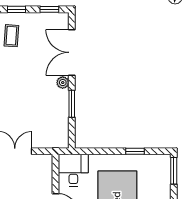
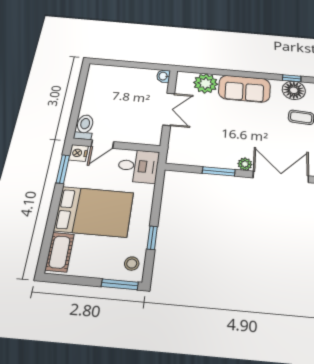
stool: (157, 164) -> (132, 264), added

